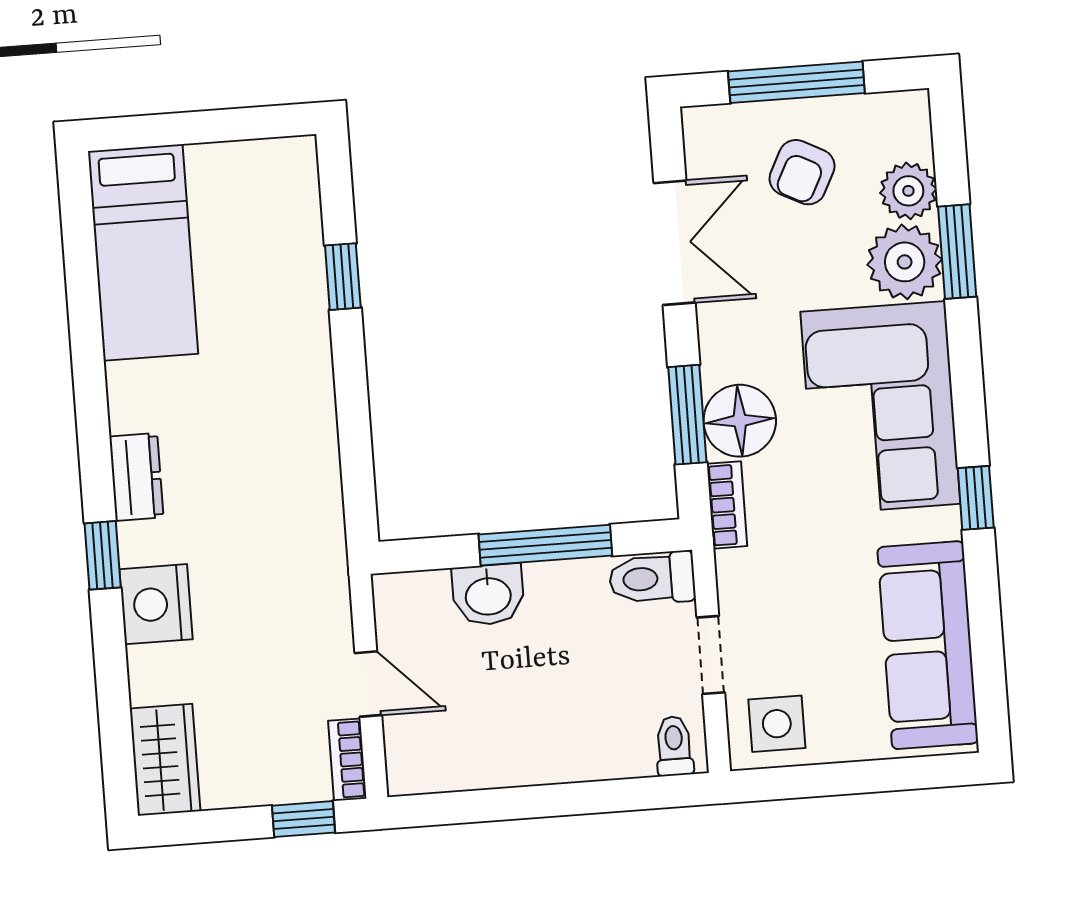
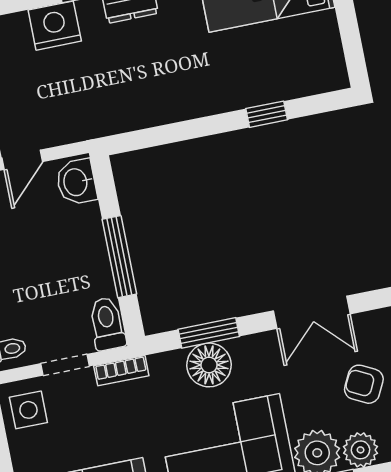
bookcase: (727, 505) -> (121, 371), moved
washbasin: (488, 595) -> (76, 182), moved

